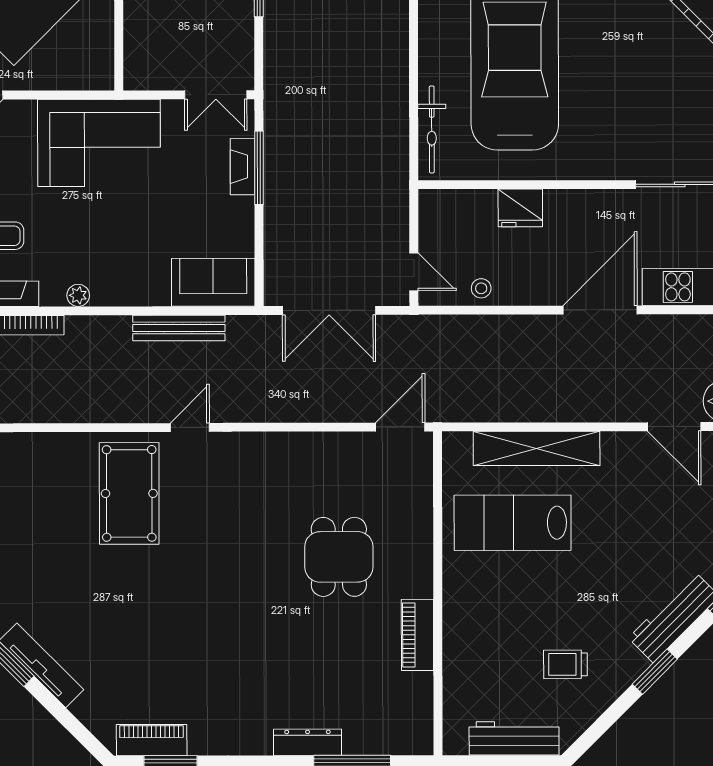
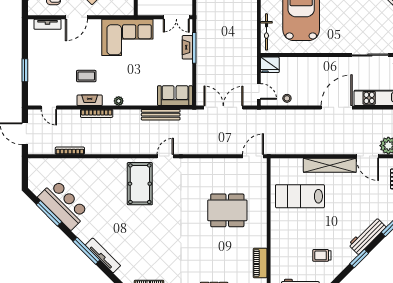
fridge: (520, 208) -> (270, 65), moved
double door: (329, 310) -> (223, 107), swing flipped
shelving: (537, 448) -> (330, 165), moved
dining table: (339, 557) -> (227, 210), width x1.38
piano: (417, 635) -> (260, 263), moved

